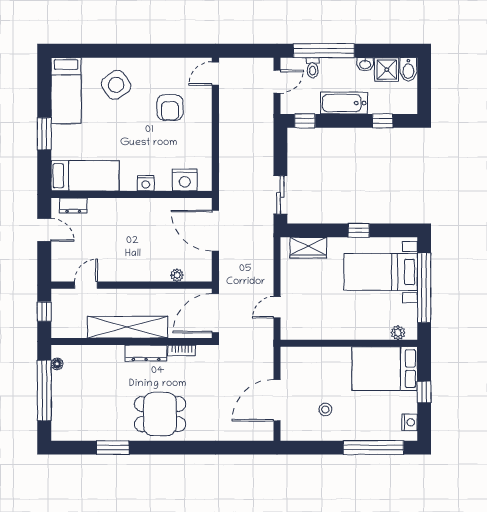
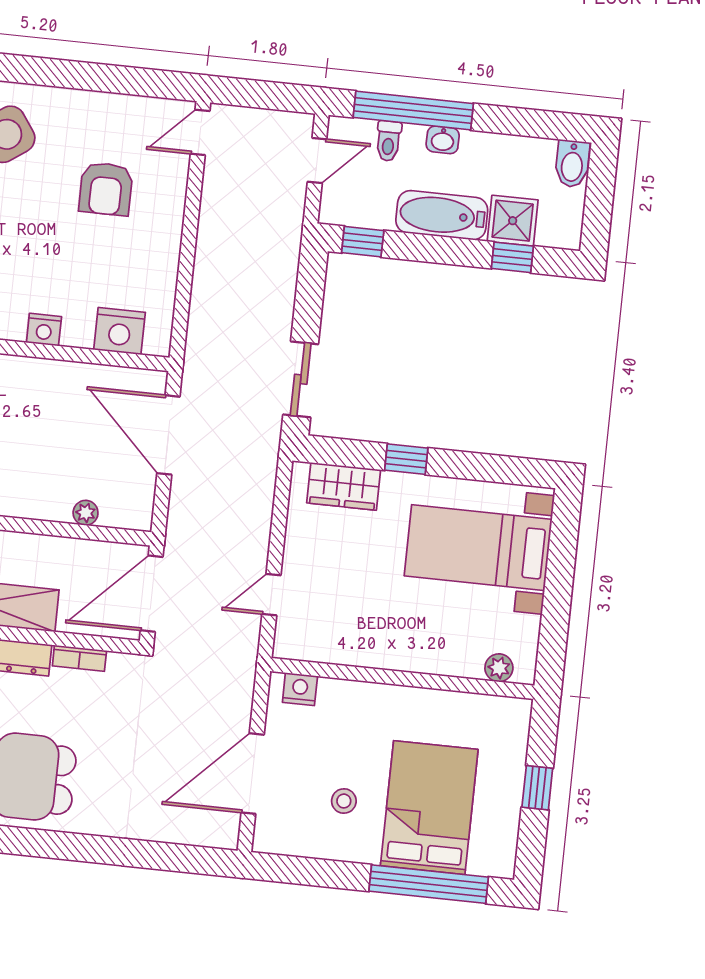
washbasin: (365, 64) -> (443, 140), moved
shower: (387, 70) -> (513, 221), moved
window: (359, 230) -> (406, 459), moved
window: (424, 288) -> (558, 587), removed
bed: (385, 369) -> (429, 808), moved, turned 90
nightstand: (410, 422) -> (300, 689), moved, turned -90

